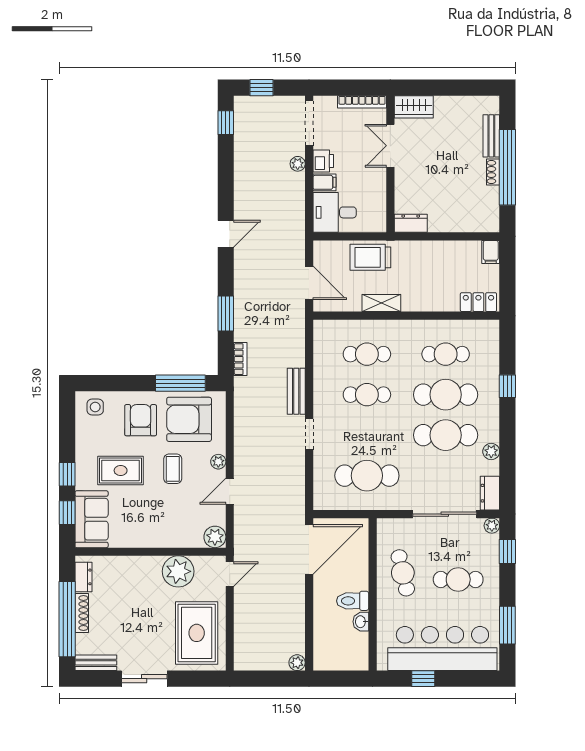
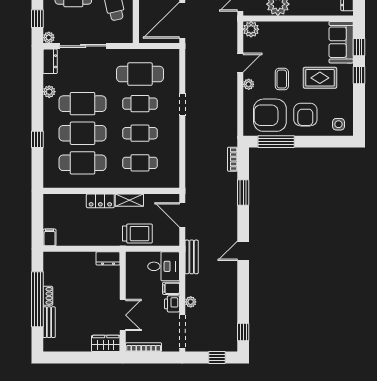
locker: (478, 302) -> (100, 201), moved
cafe table: (446, 354) -> (83, 163), width x1.37, depth x1.35
bench: (296, 391) -> (192, 257), moved
armchair: (189, 419) -> (270, 115), turned 180
cafe table: (367, 435) -> (140, 104), added

